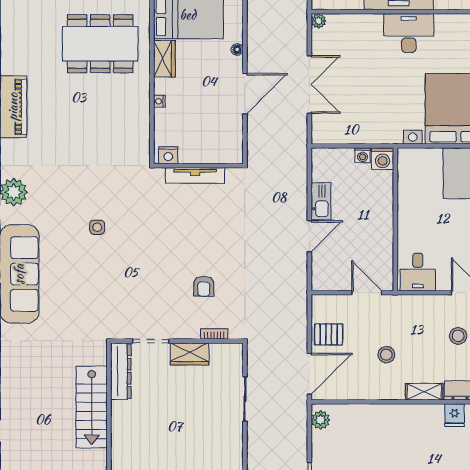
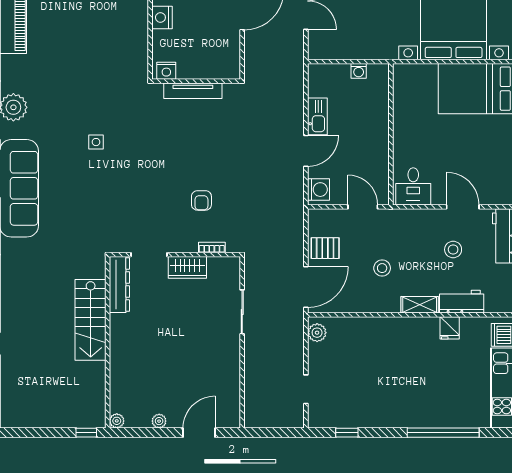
nightstand: (159, 101) -> (162, 17), width x1.89, depth x1.79
washing machine: (383, 159) -> (319, 190), moved, turned -90

